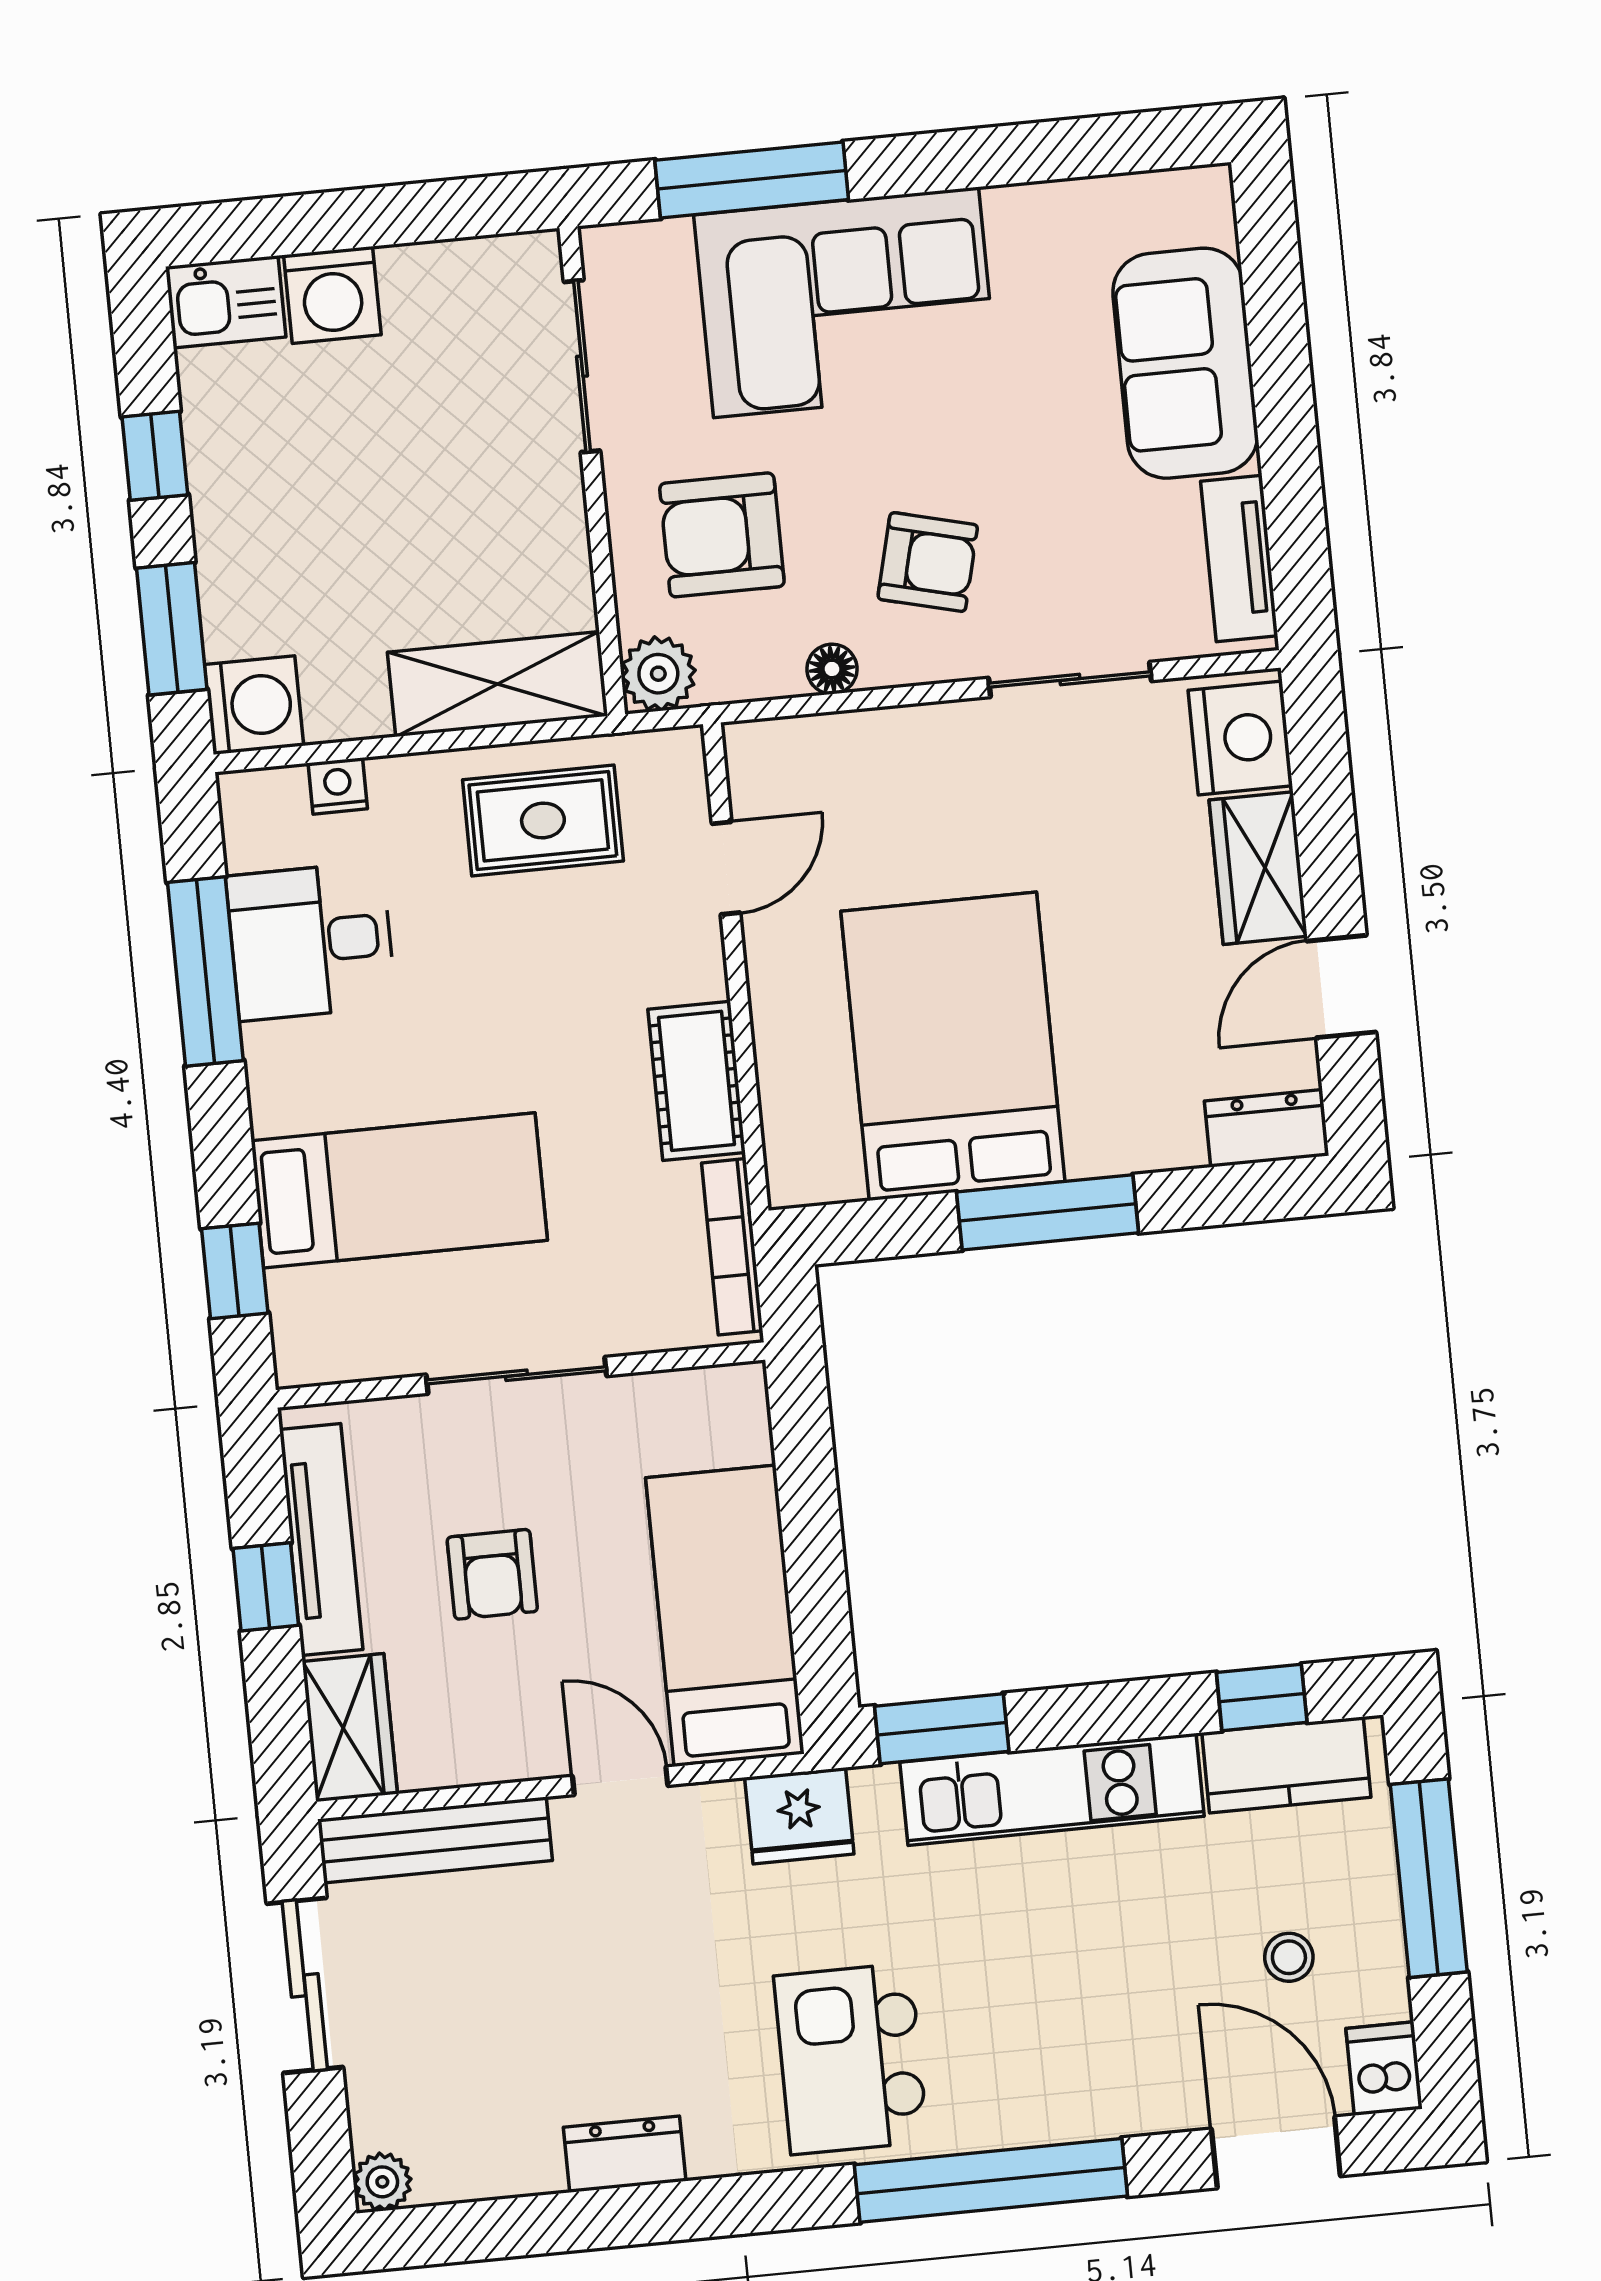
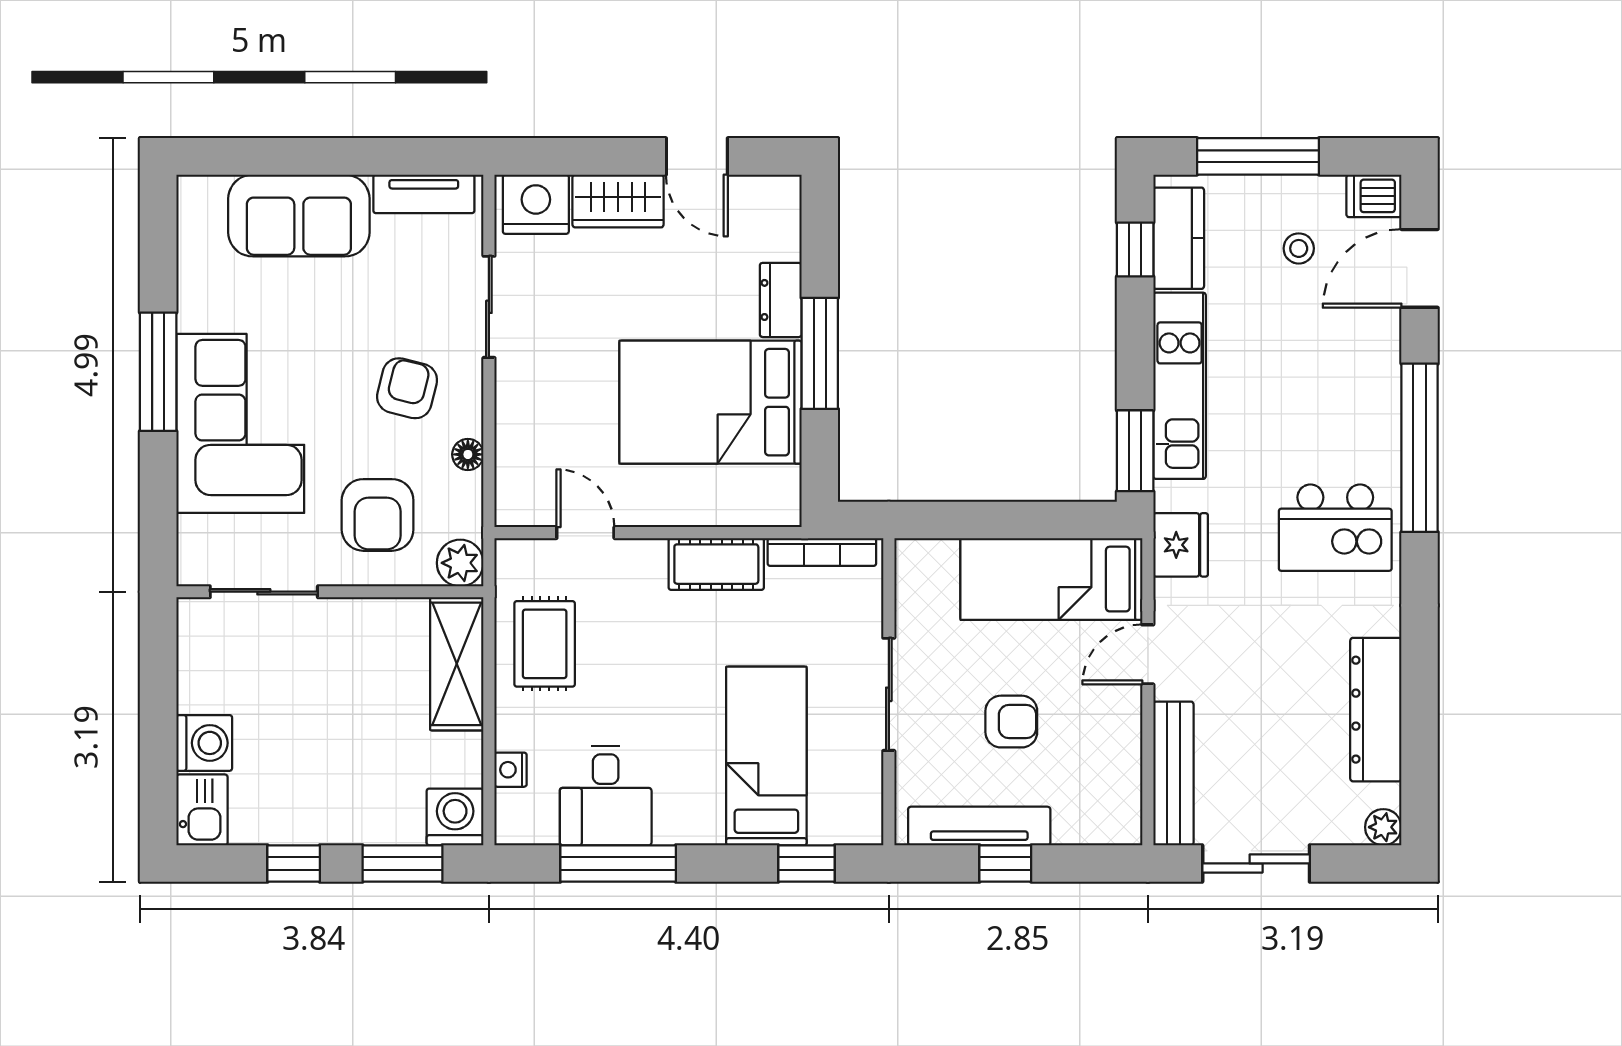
window: (752, 180) -> (158, 372), moved
dresser: (1267, 1128) -> (781, 300), moved
wardrobe: (350, 1728) -> (1098, 820), removed
dresser: (625, 2154) -> (1376, 710), width x1.96, depth x1.24

